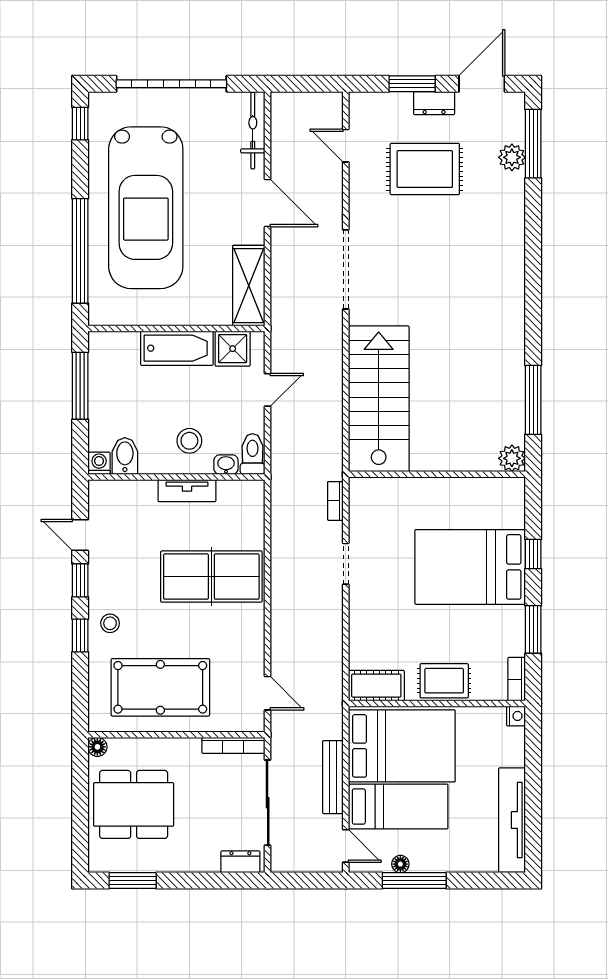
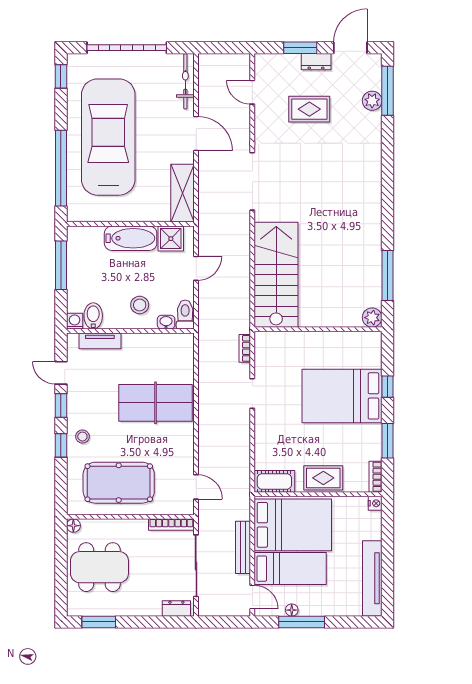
rug: (425, 169) -> (309, 109), width x0.73, depth x0.70
car: (146, 208) -> (108, 137), turned 180
tv unit: (187, 491) -> (100, 341), moved

